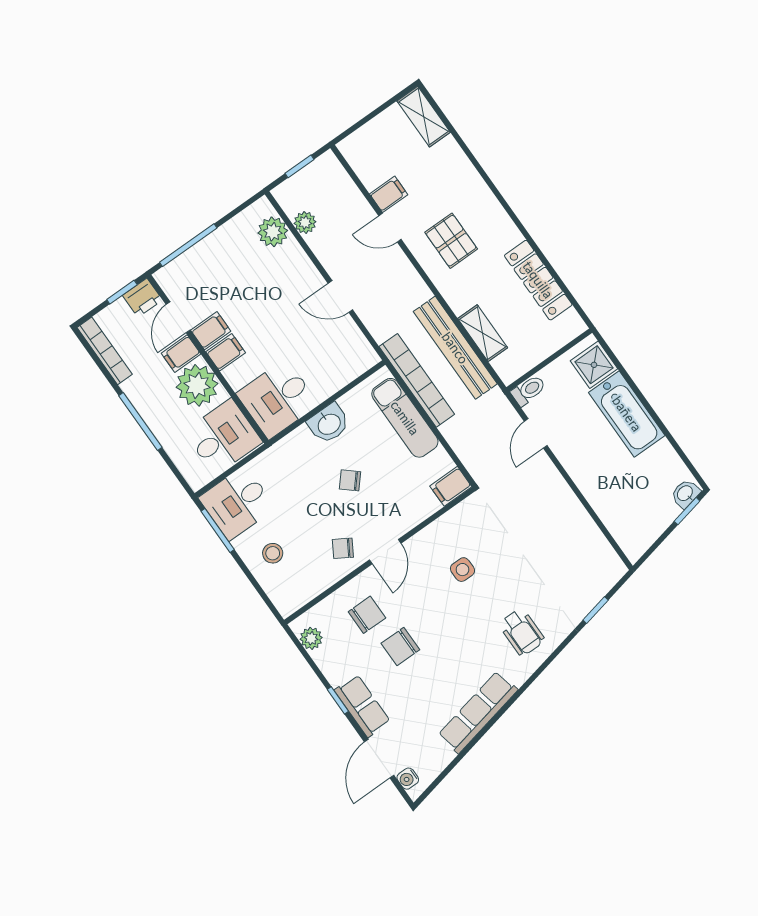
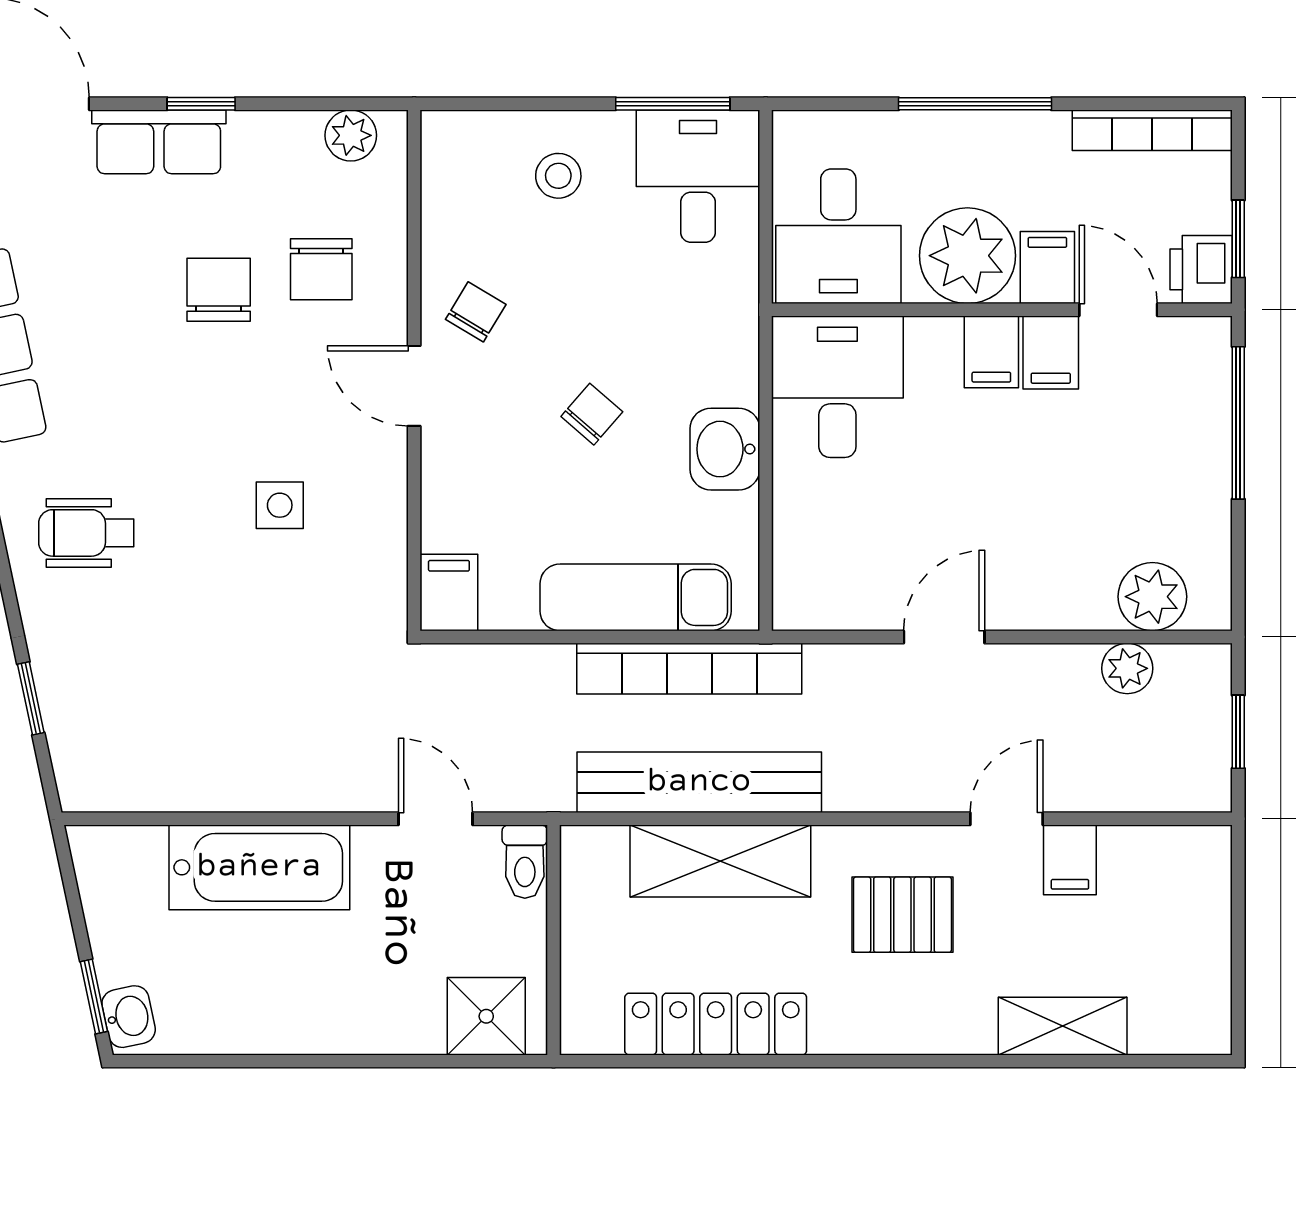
shelving: (424, 117) -> (1063, 1026), moved
shelving: (483, 333) -> (720, 861), width x1.50, depth x1.33
bathtub: (627, 414) -> (259, 867), moved, turned 180

